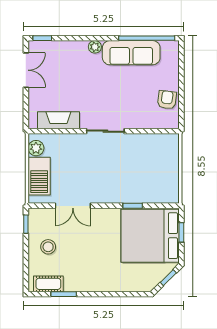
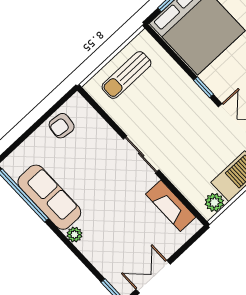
sun lounger: (161, 167) -> (126, 75), added
window: (133, 206) -> (203, 87), moved

